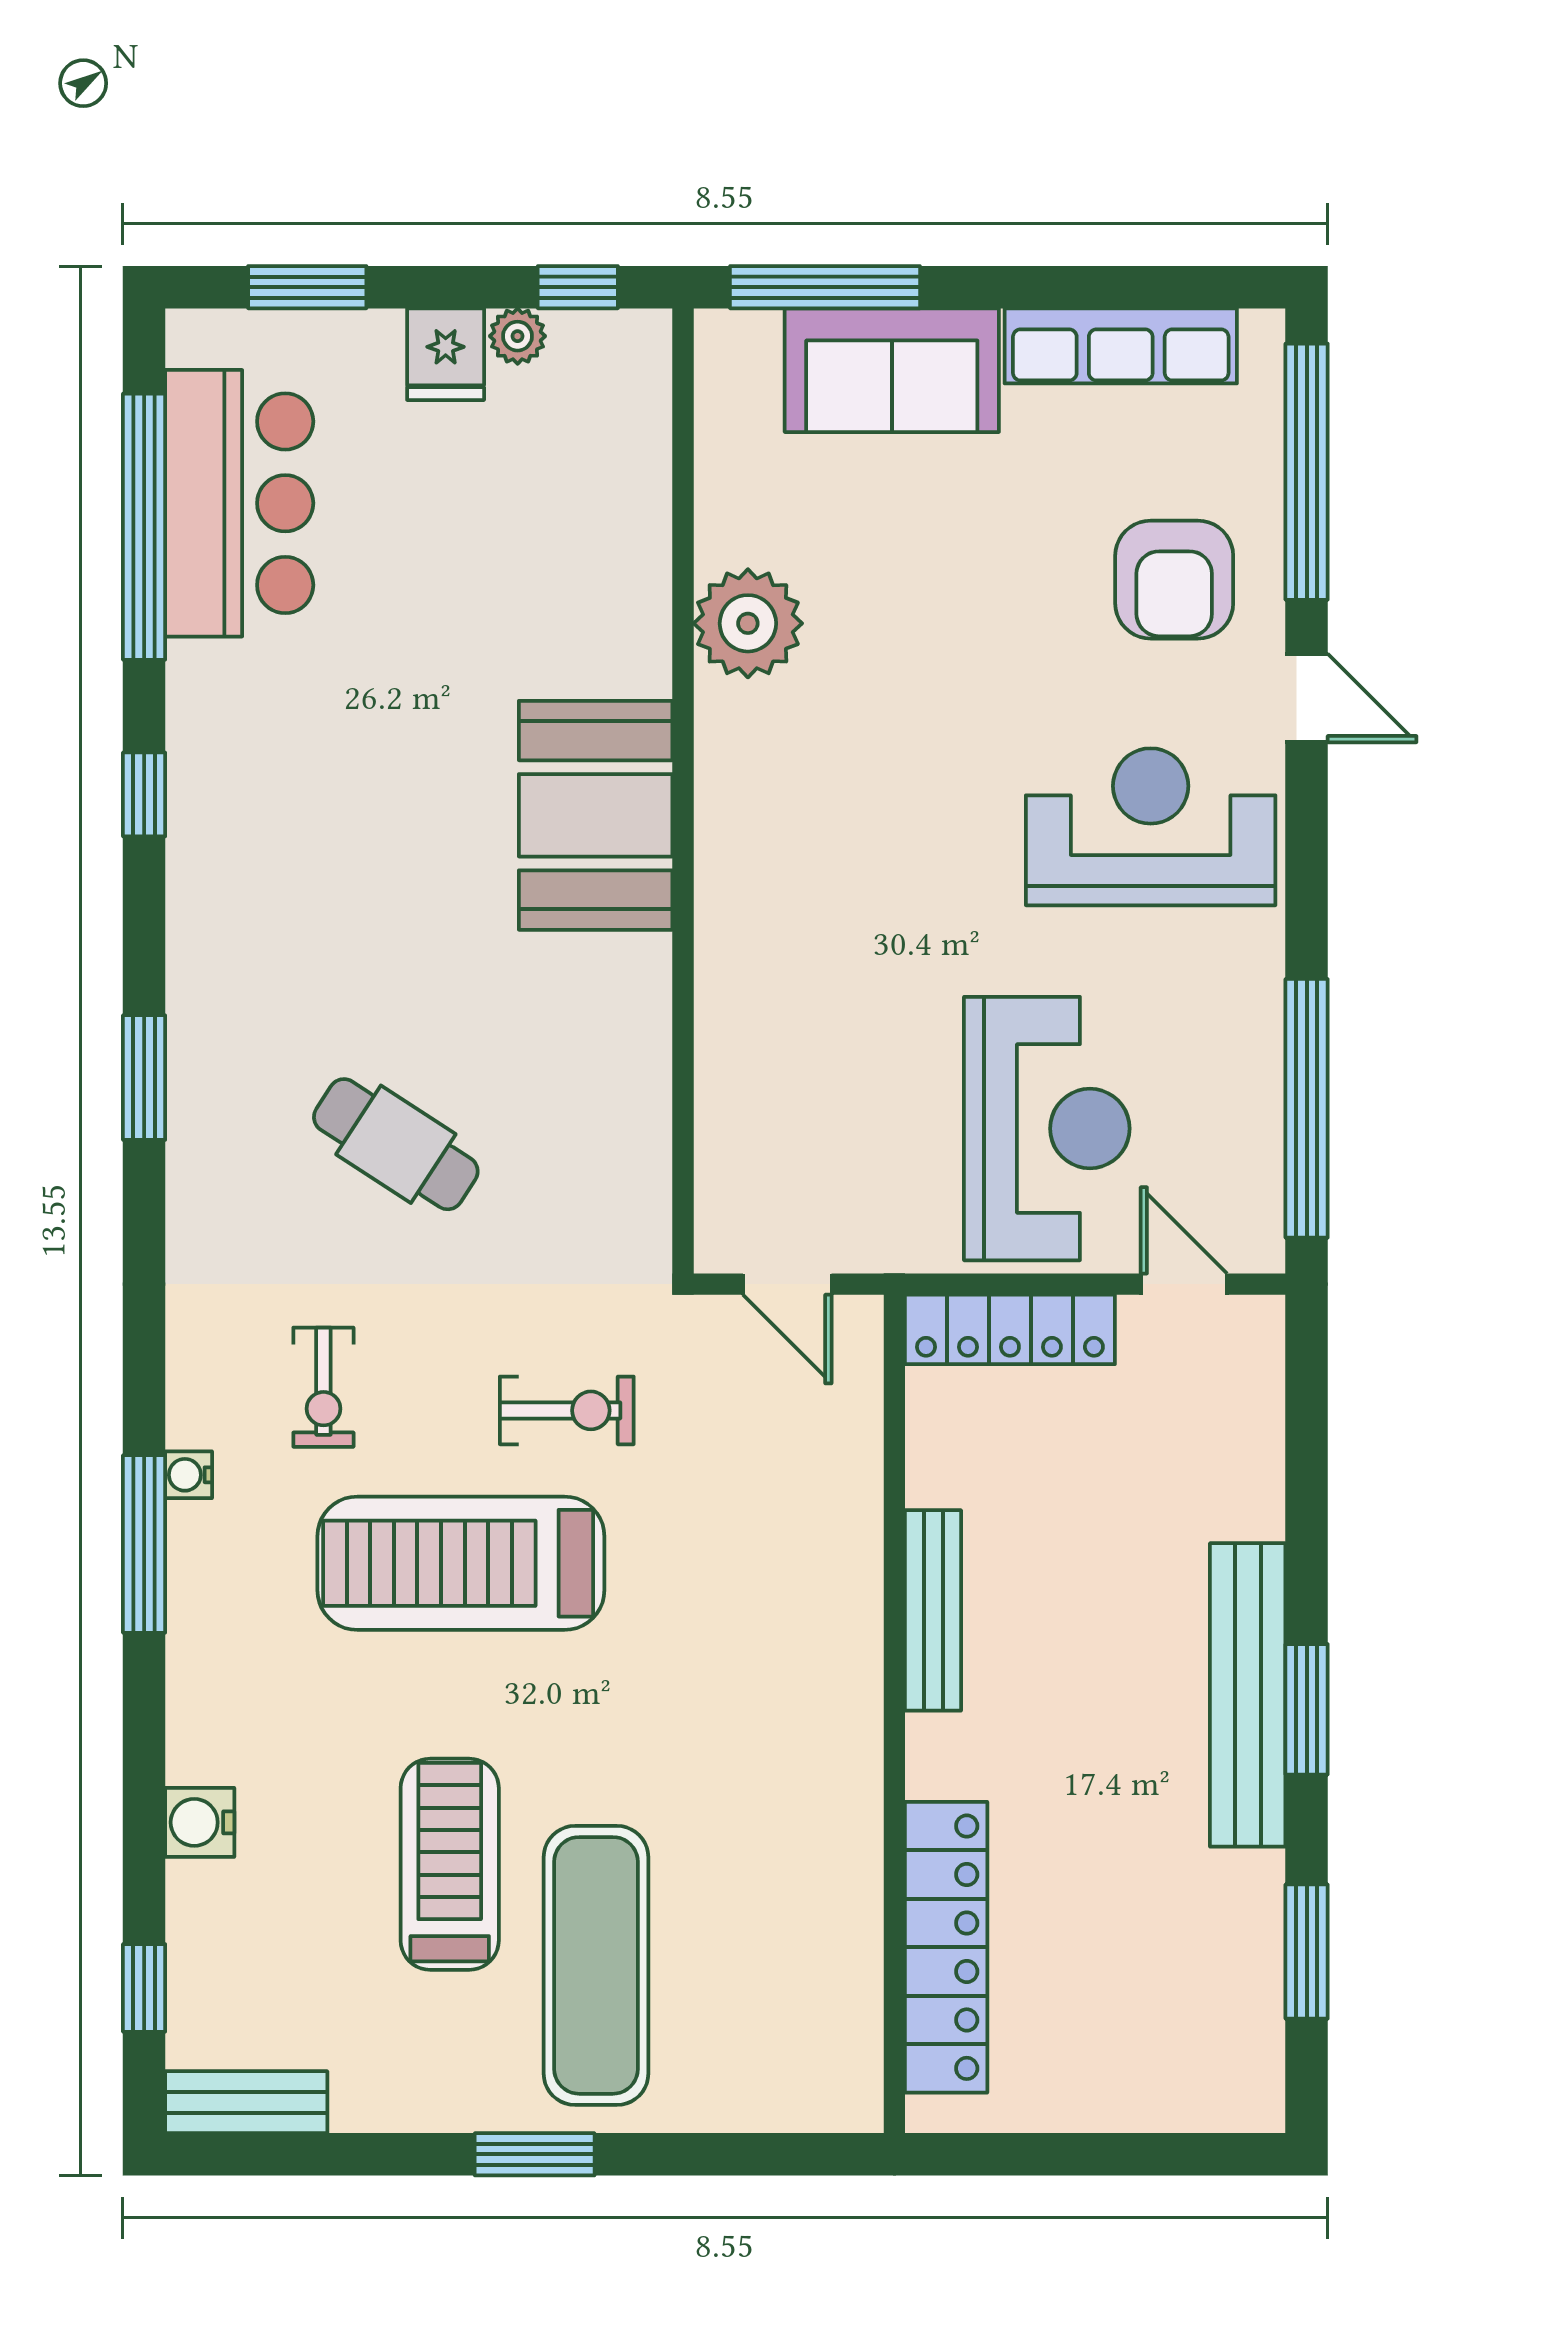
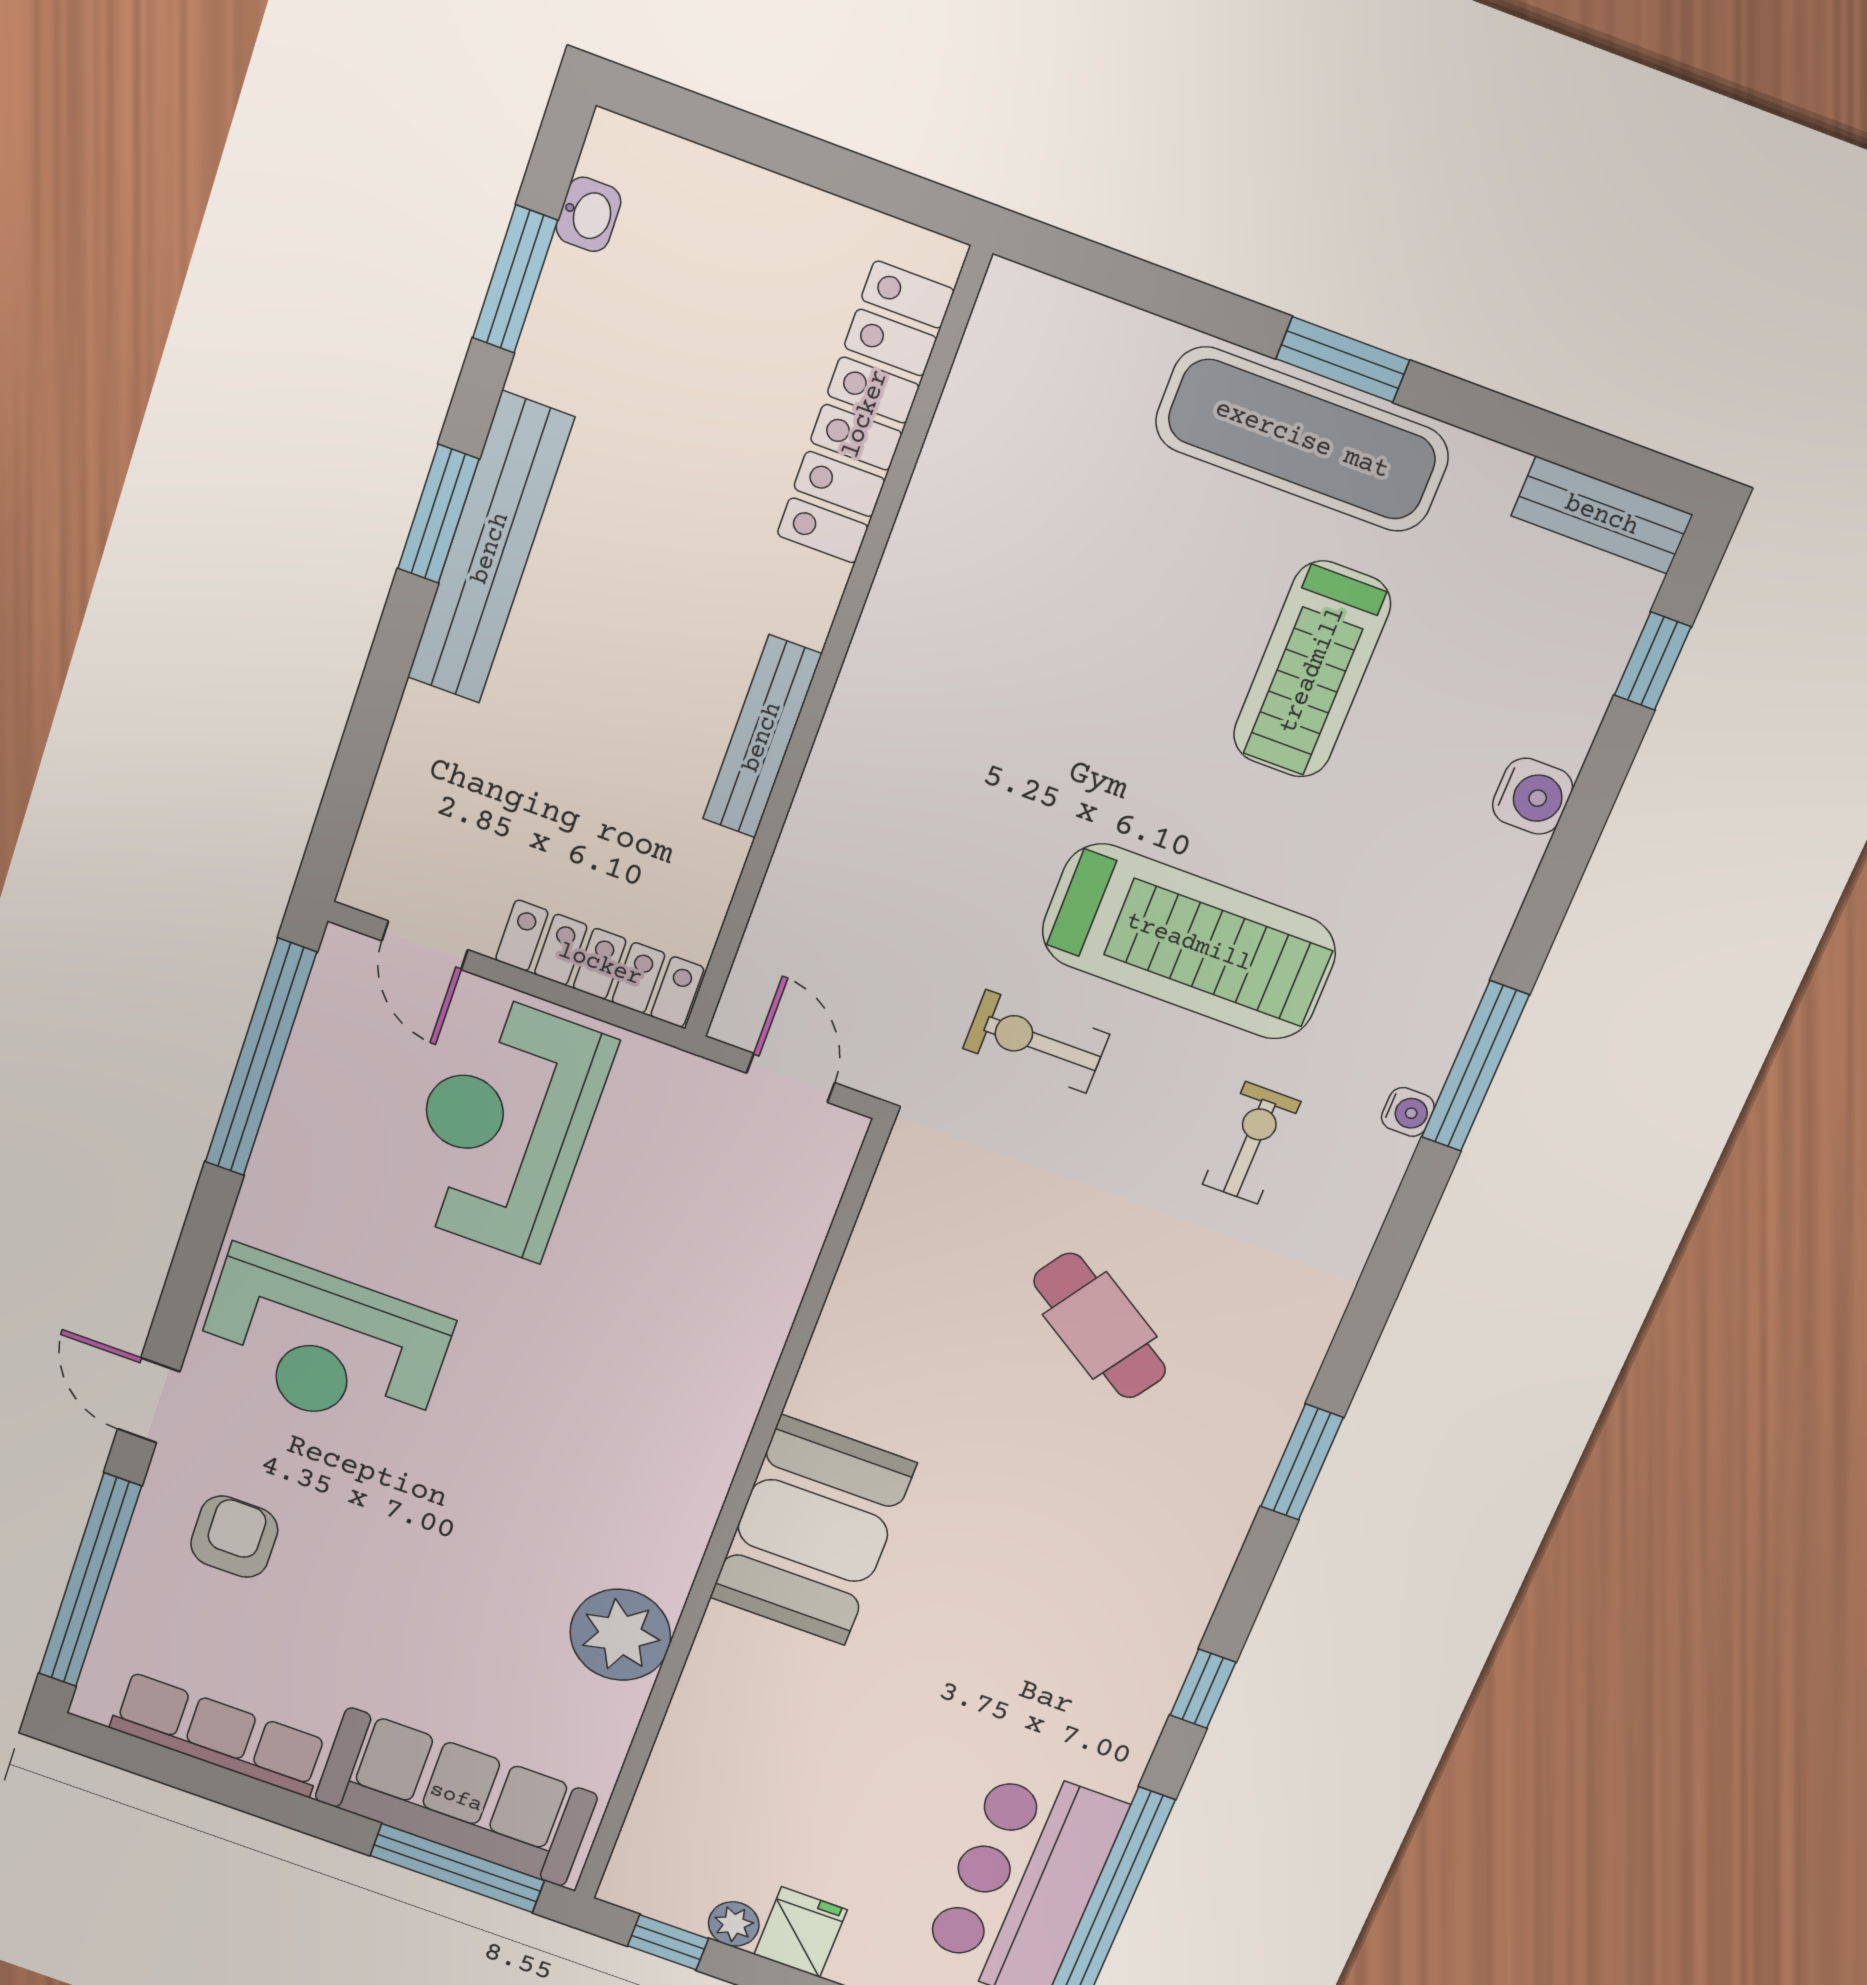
sofa: (892, 370) -> (456, 1797), width x1.36
armchair: (1174, 580) -> (234, 1537), width x0.72, depth x0.72
exercise mat: (596, 1965) -> (1302, 439), moved, turned 90
washbasin: (1259, 2034) -> (588, 214), added

